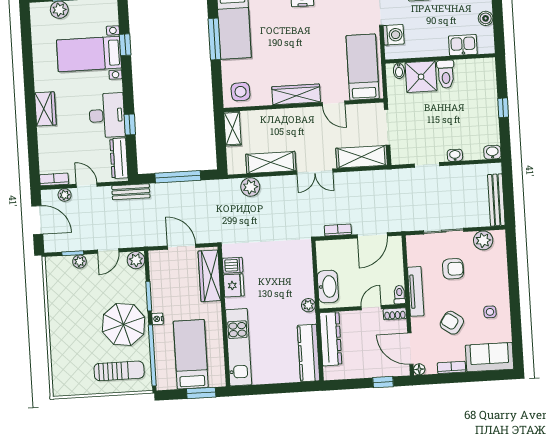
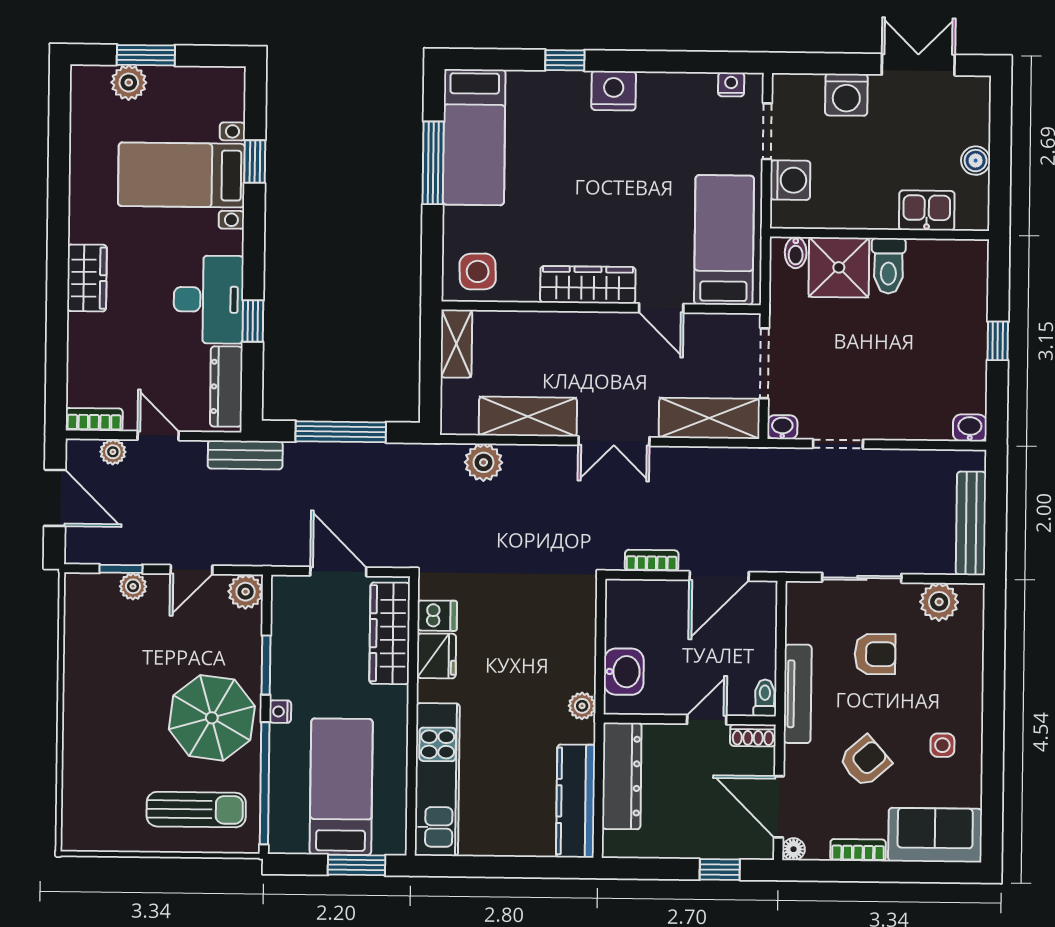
washbasin: (455, 155) -> (782, 427), moved
washbasin: (328, 287) -> (624, 672), width x0.72
armchair: (452, 323) -> (865, 761), turned 104

